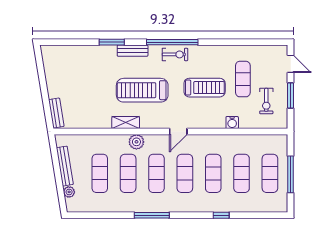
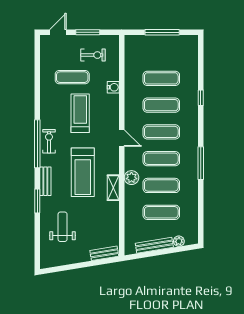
weight bench: (84, 69) -> (63, 227), added
exercise mat: (270, 173) -> (161, 52), removed

